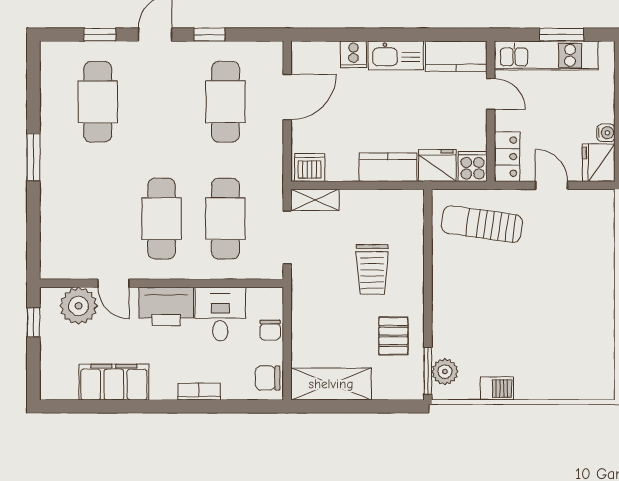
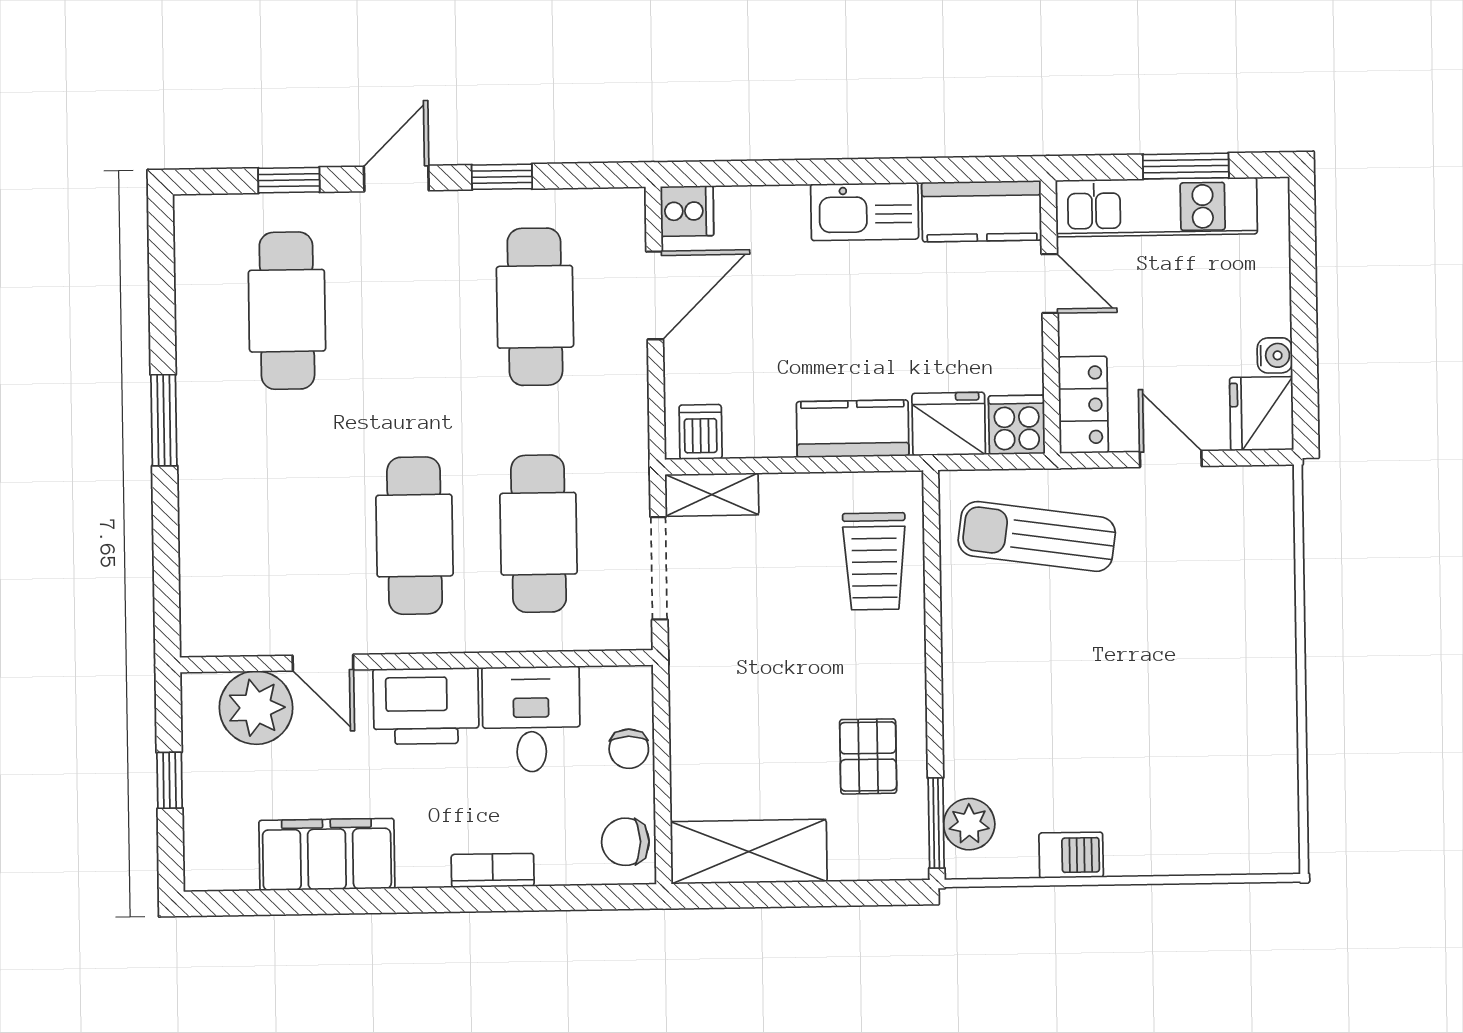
cooker: (353, 54) -> (687, 211), moved, turned -90
dishwasher: (310, 168) -> (701, 432), width x0.73
trolley: (372, 269) -> (874, 561), moved
window: (33, 322) -> (170, 780), moved

